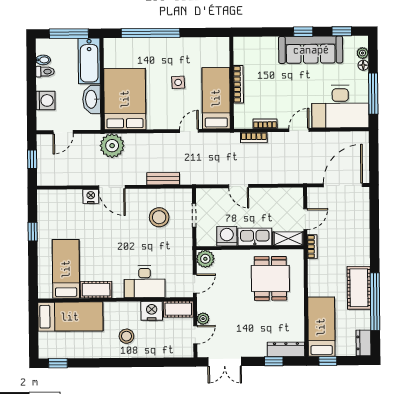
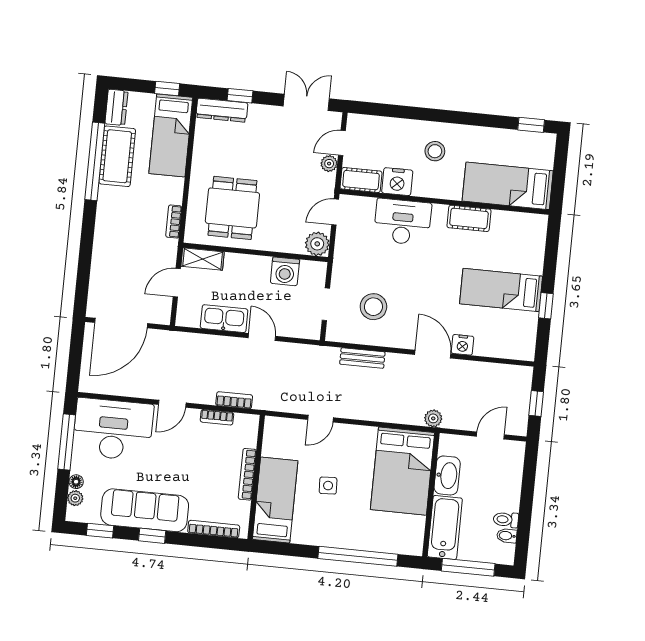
bookcase: (259, 41) -> (214, 529), added
bed: (216, 98) -> (275, 500), moved, turned 180
washing machine: (46, 100) -> (509, 481), removed
plant: (112, 146) -> (433, 418), width x0.53, depth x0.53
kitchen sink: (255, 237) -> (224, 319), moved, turned 180
bookcase: (312, 247) -> (174, 222), moved
bed: (66, 269) -> (501, 290), moved, turned 90
cot: (359, 288) -> (117, 156), moved

